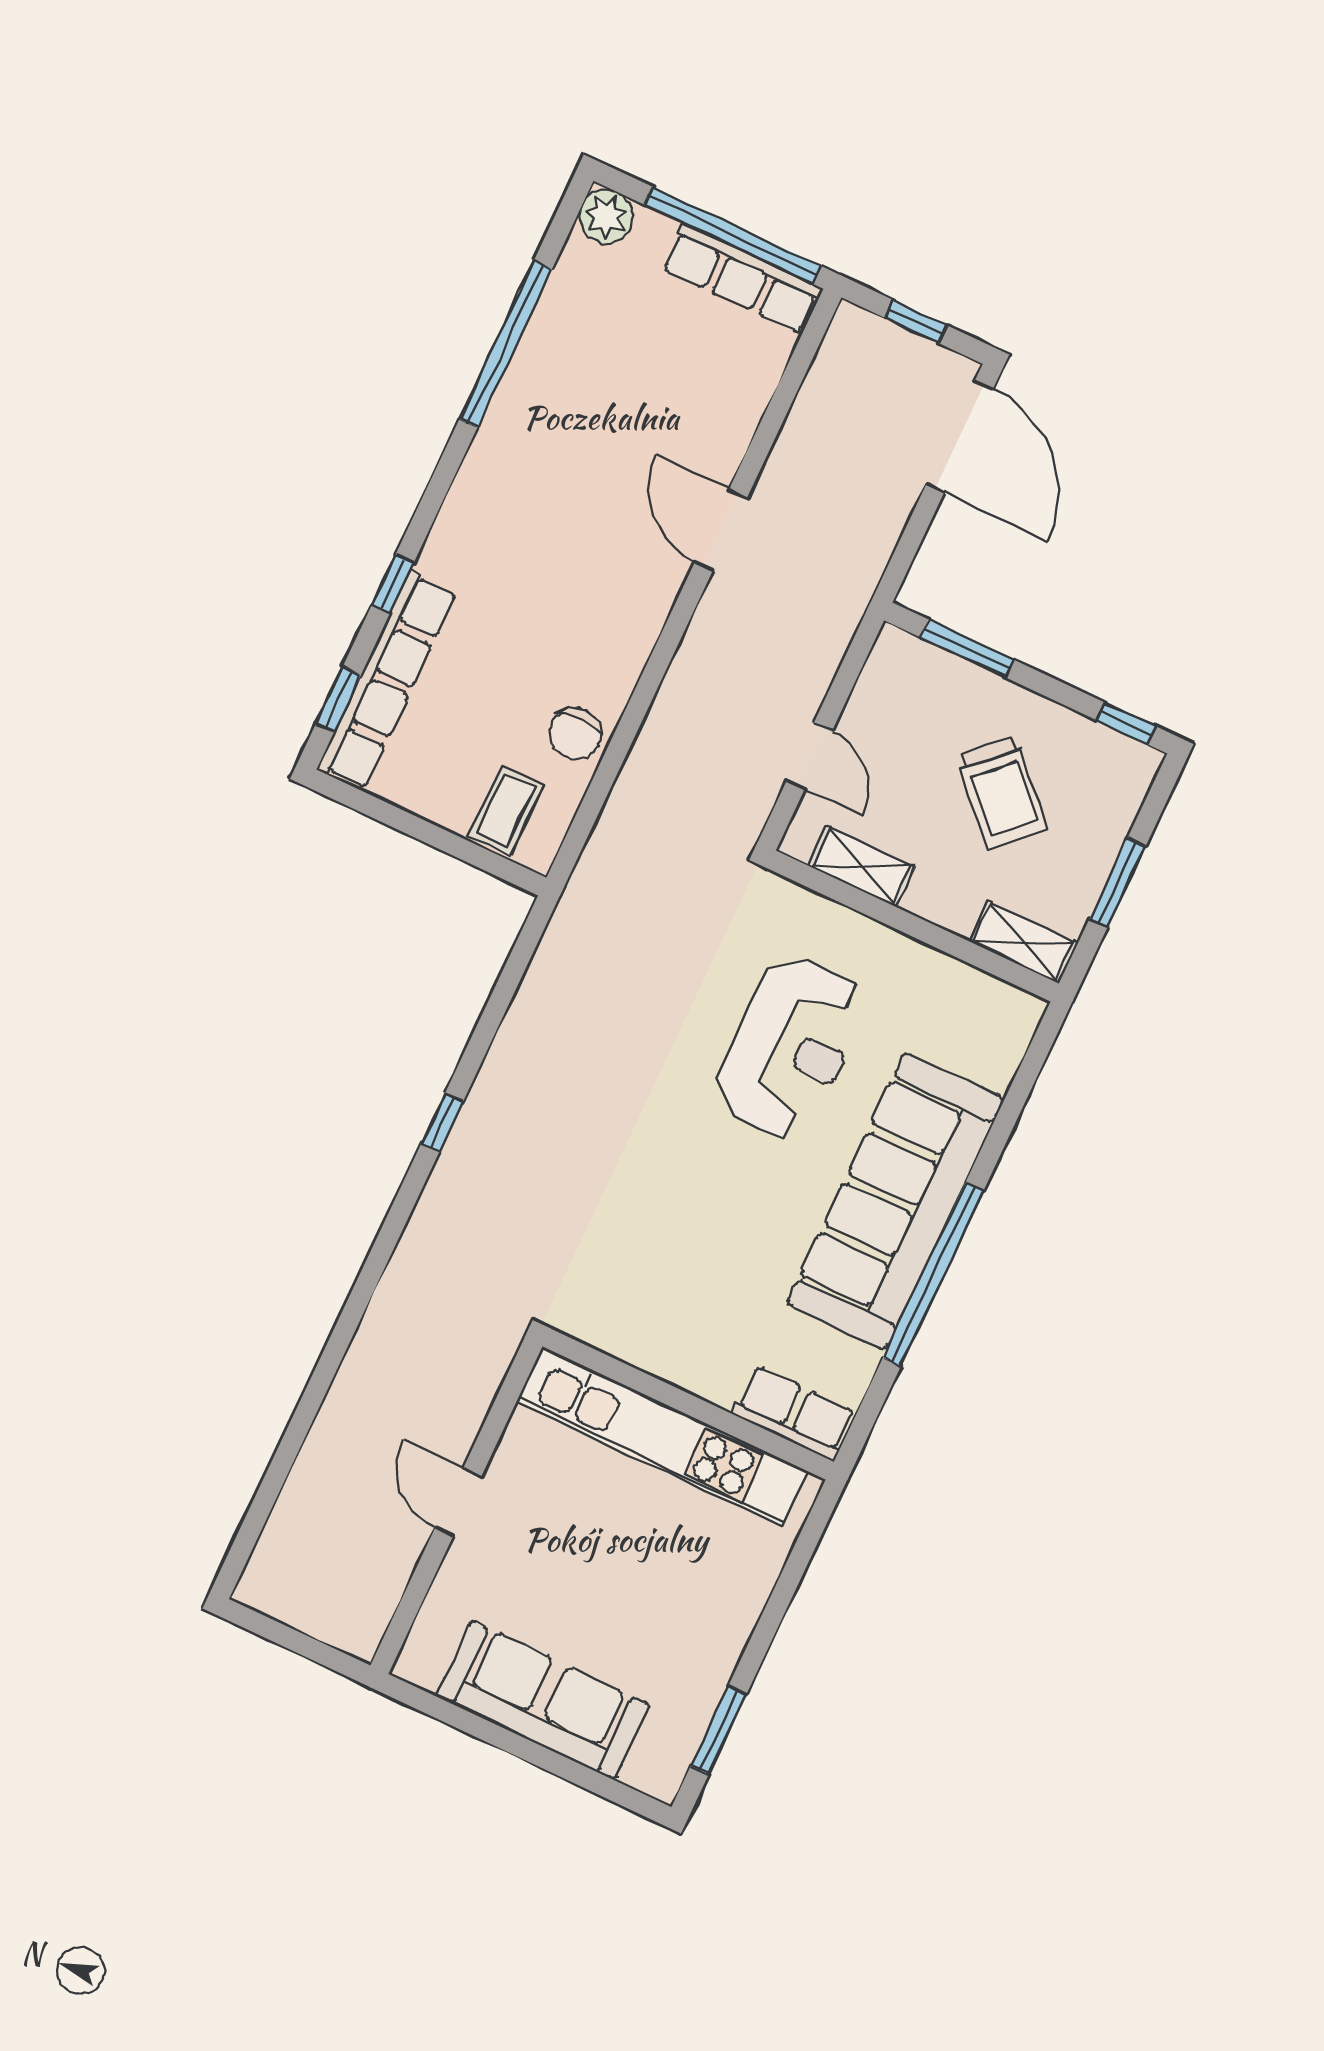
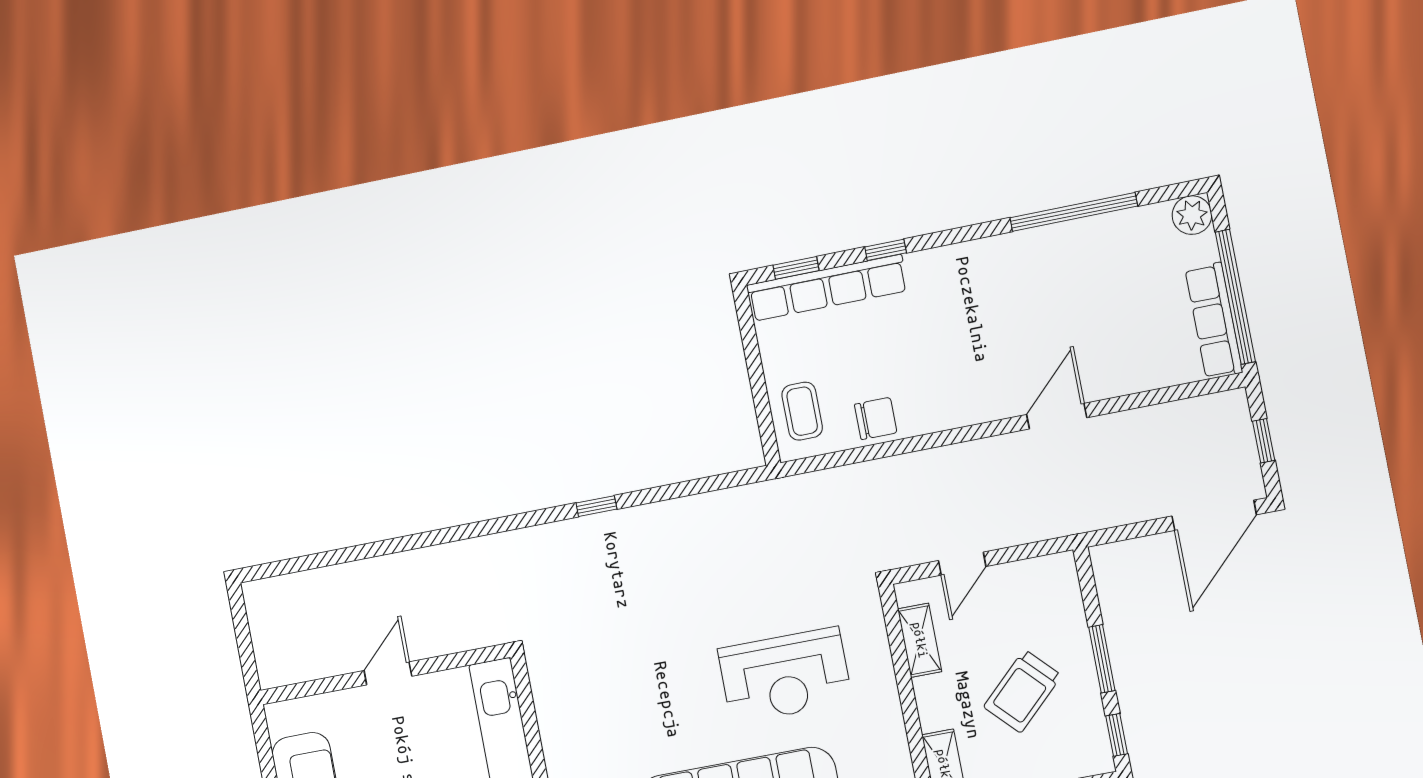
window: (967, 648) -> (1102, 659), moved
chair: (575, 734) -> (876, 418), turned 180
coffee table: (506, 810) -> (802, 411), turned 90

